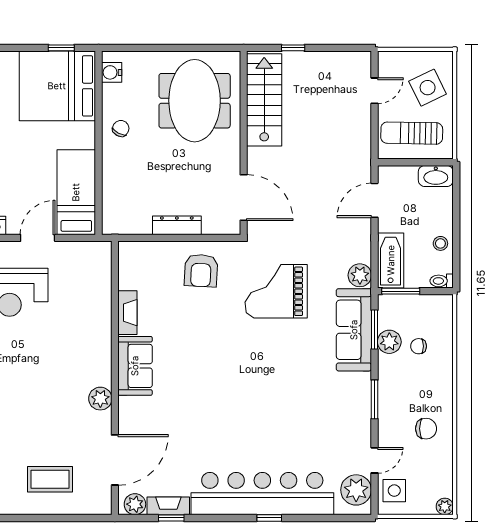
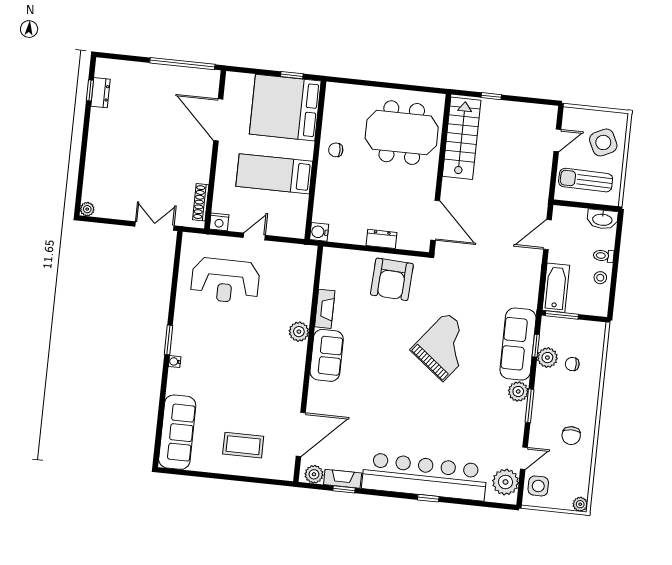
water cooler: (112, 72) -> (319, 232), moved
meeting table: (195, 101) -> (402, 133), turned 90
chair: (121, 128) -> (336, 150), turned -117
bed: (76, 192) -> (274, 174), moved, turned -90
dresser: (177, 225) -> (382, 239), width x0.70
door: (38, 238) -> (254, 236), width x0.73
armchair: (201, 271) -> (392, 279), width x1.36, depth x1.36
plant: (360, 275) -> (518, 391), moved
toilet: (442, 281) -> (604, 256), moved
grand piano: (276, 291) -> (445, 347), moved, turned 128
window: (374, 330) -> (536, 346), width x0.67
plant: (100, 399) -> (299, 332), moved
chair: (426, 429) -> (571, 436), turned 90

